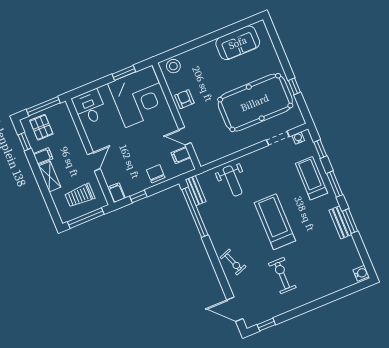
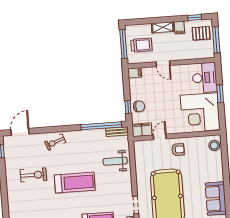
window: (124, 73) -> (220, 94), moved
armchair: (184, 99) -> (178, 150), moved
desk: (89, 107) -> (205, 78), width x1.37
filing cabinet: (181, 155) -> (142, 130), width x2.00
trolley: (80, 196) -> (141, 45), turned 90
window: (138, 196) -> (128, 107), moved

